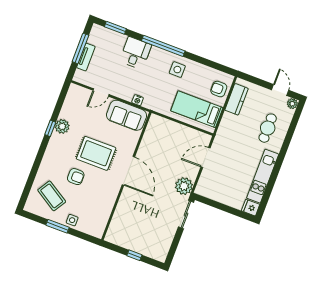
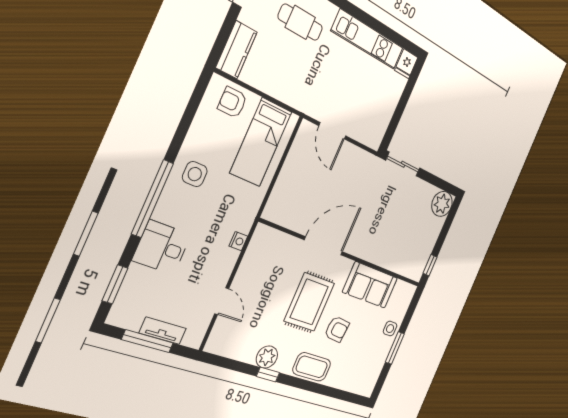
armchair: (219, 89) -> (232, 102), turned 90
kitchen counter: (237, 99) -> (236, 50), moved, turned 90
sofa: (127, 115) -> (370, 285), moved, turned 90
door: (128, 171) -> (324, 246), moved
armchair: (76, 177) -> (337, 329), turned 96
plant: (184, 186) -> (442, 204), moved
coffee table: (52, 196) -> (312, 367), moved, turned 58
window: (134, 255) -> (430, 265), moved

